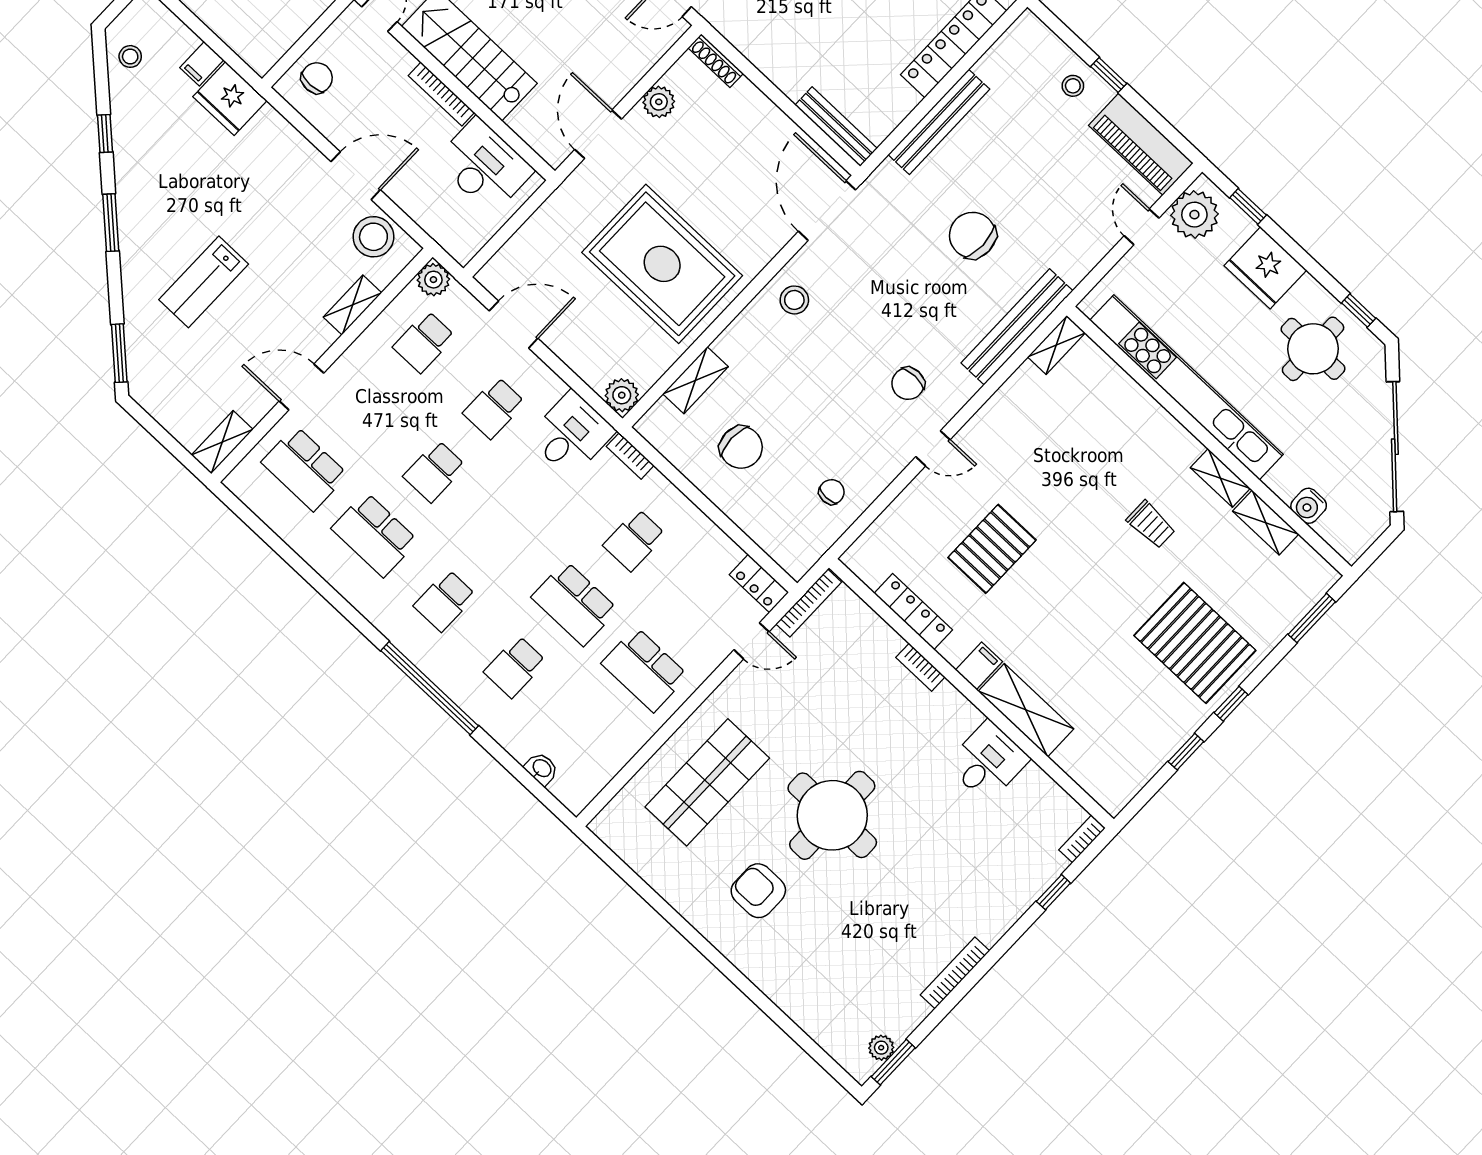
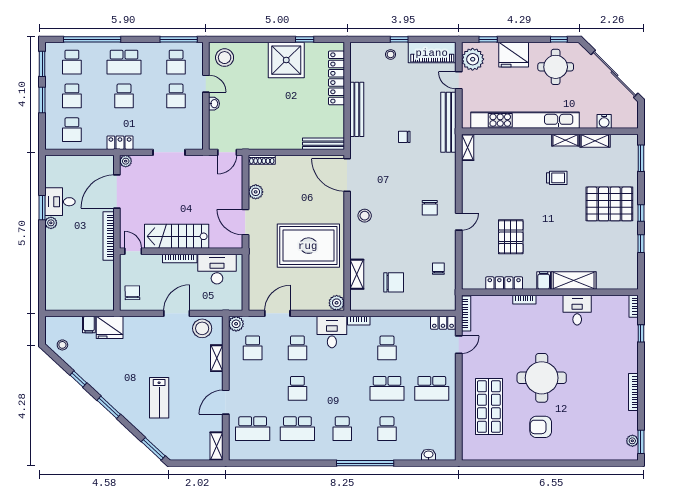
chair: (973, 235) -> (404, 137), width x0.54, depth x0.54
bench: (1017, 327) -> (448, 122), moved

